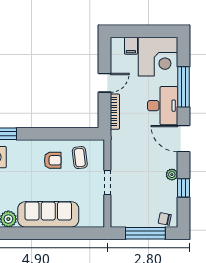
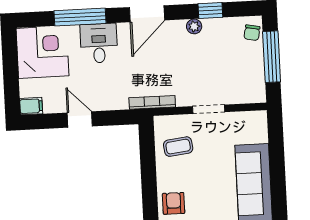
filing cabinet: (131, 46) -> (31, 106), moved
desk: (163, 106) -> (99, 43), width x0.73
bookcase: (115, 112) -> (152, 102), moved
armchair: (53, 160) -> (174, 203), moved

